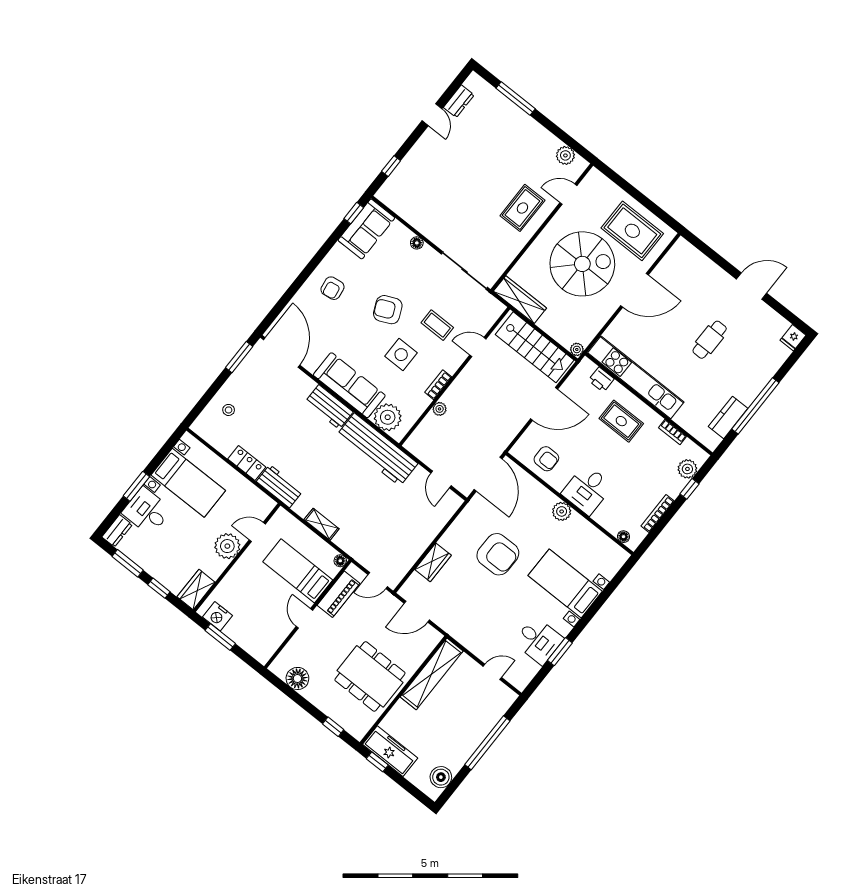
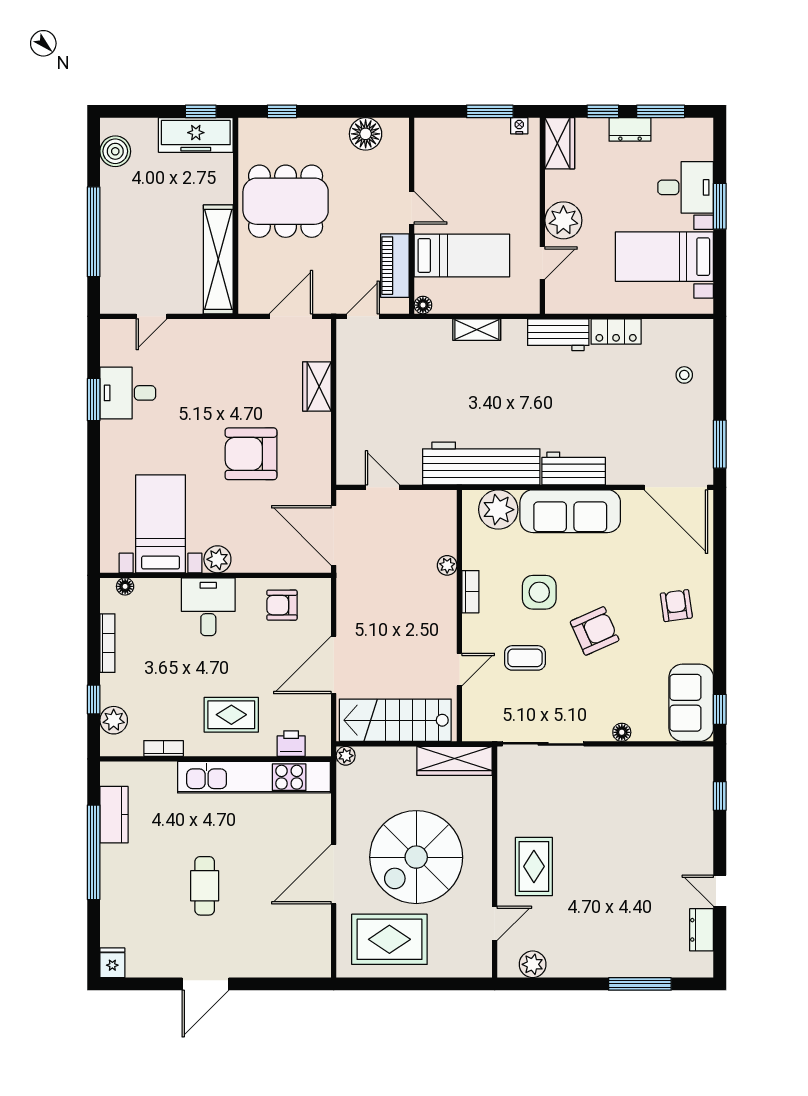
dresser: (117, 531) -> (630, 129), moved, turned -90
bed with nightstands: (565, 583) -> (161, 524), moved, turned -90
nightstand: (217, 616) -> (519, 126), width x0.53, depth x0.56

